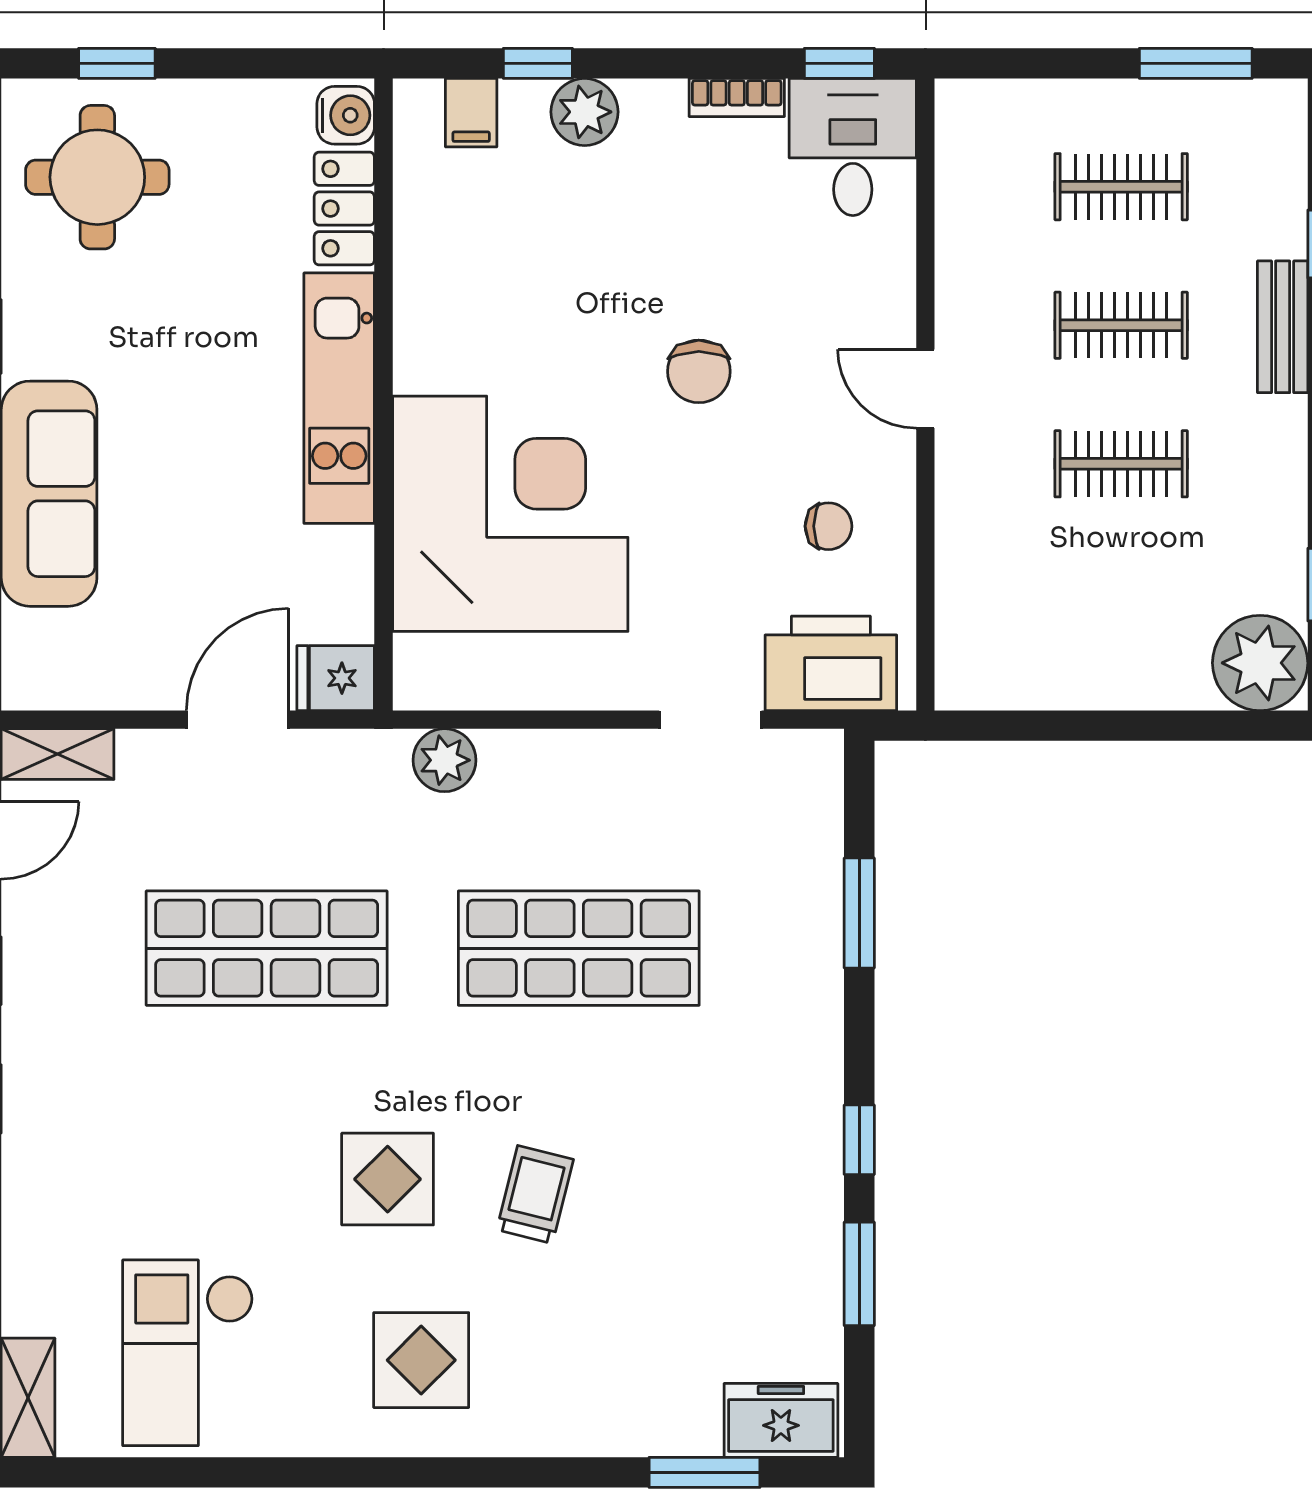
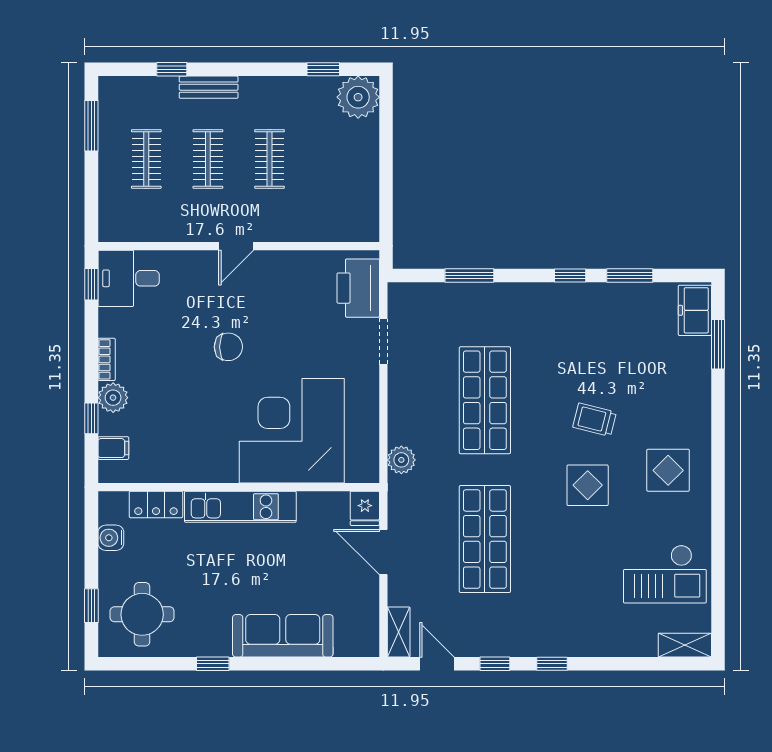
bookcase: (737, 97) -> (107, 359), moved
water cooler: (346, 115) -> (111, 538), moved, turned -90
chair: (828, 526) -> (297, 289), removed

